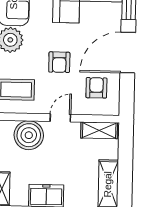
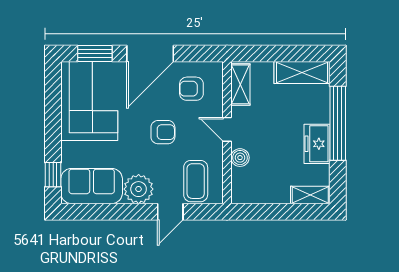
door: (128, 53) -> (150, 53), hinge flipped
boiler: (29, 135) -> (240, 158), width x0.54, depth x0.54

